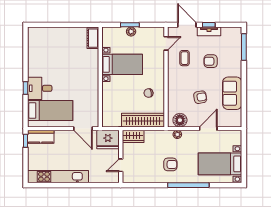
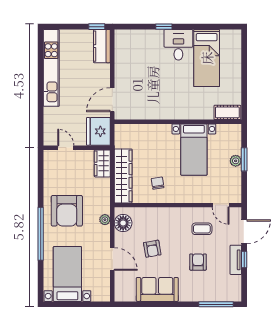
desk: (40, 88) -> (178, 45), moved
bed: (50, 111) -> (207, 58), moved
armchair: (170, 164) -> (67, 211), width x1.88, depth x1.88

